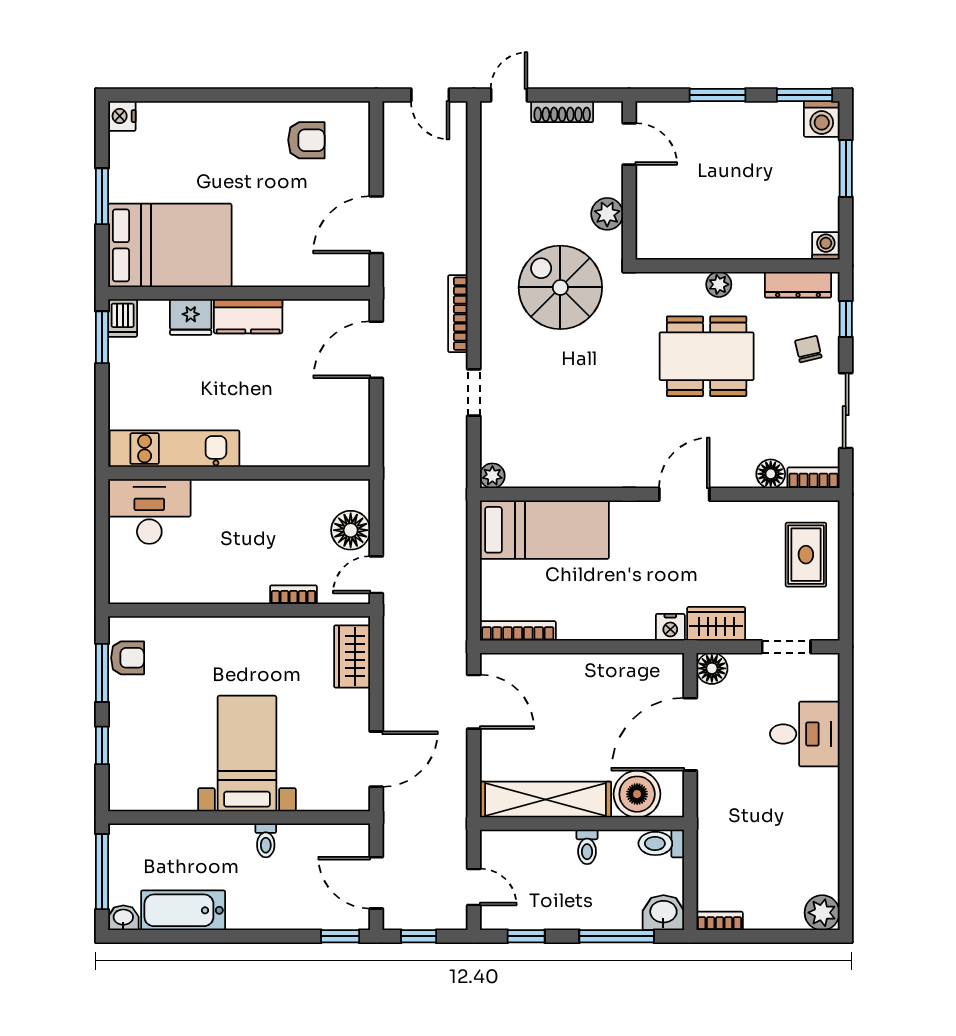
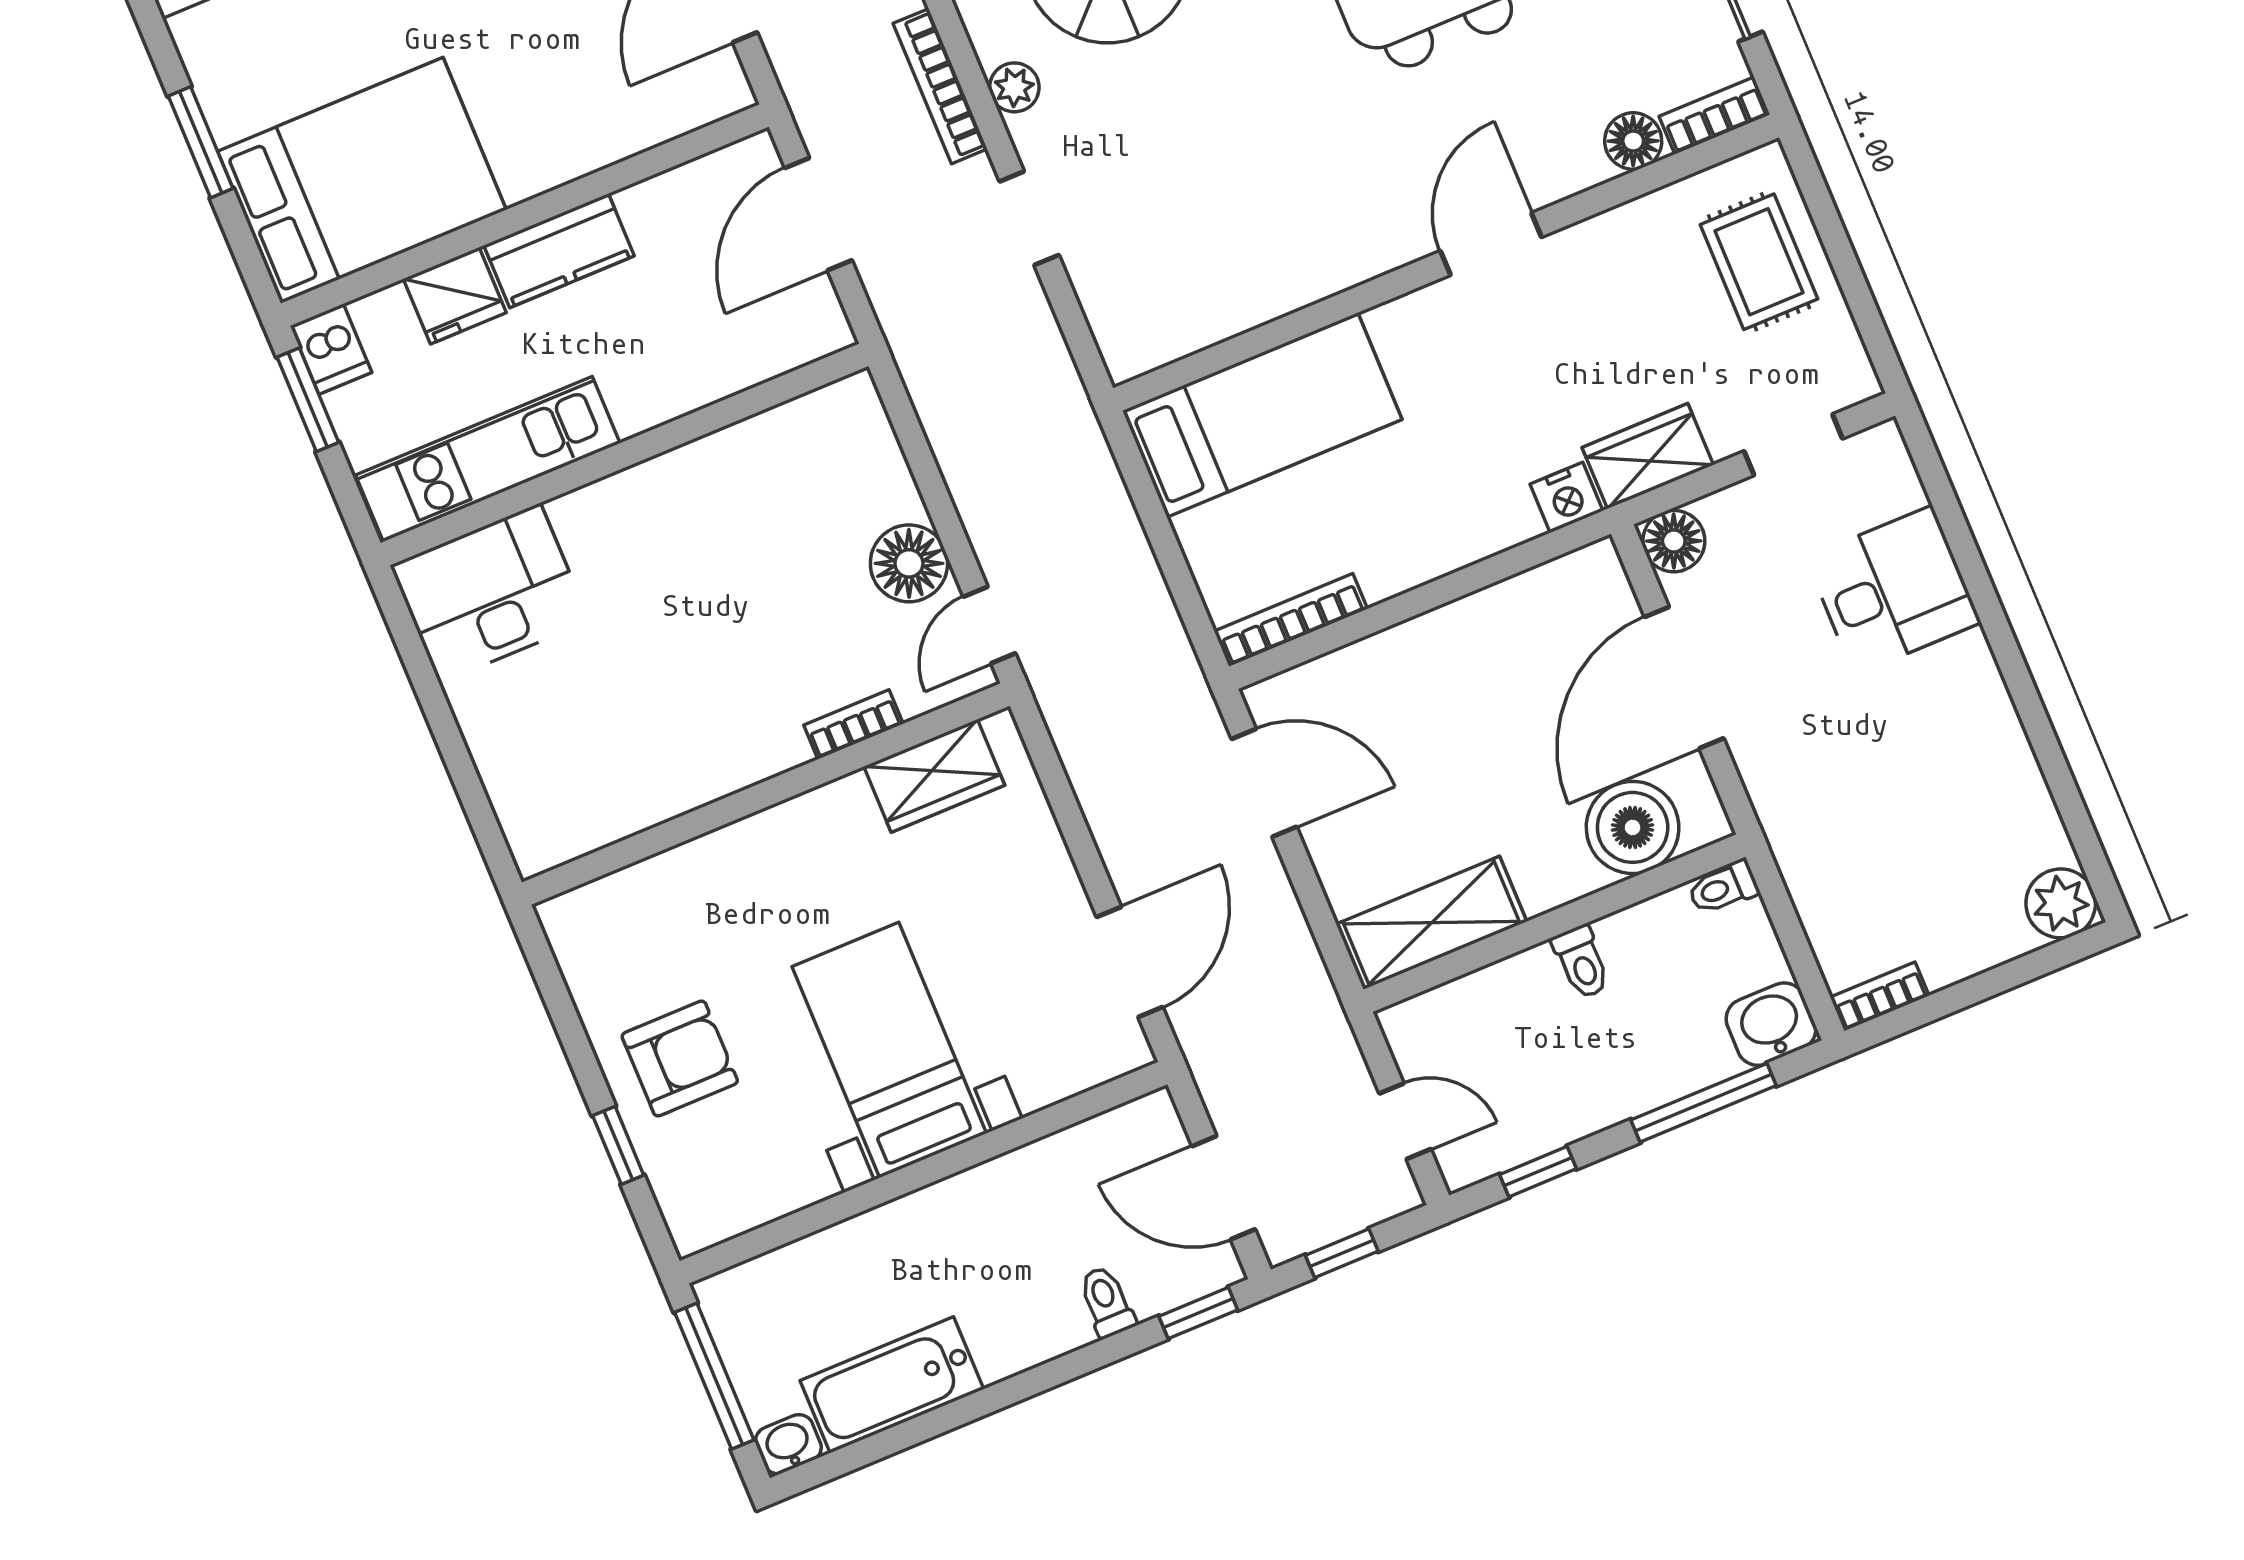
kitchen unit: (174, 449) -> (488, 459), moved
wall: (239, 473) -> (625, 454), moved
plant: (492, 476) -> (1014, 87), moved
desk: (149, 511) -> (490, 593), moved
wardrobe: (352, 656) -> (934, 776), moved, turned -90
armchair: (128, 658) -> (680, 1059), moved, width x1.38, depth x1.38
window: (102, 673) -> (563, 1013), removed
shelving: (546, 799) -> (1431, 923), width x0.68
toilet: (266, 840) -> (1107, 1302), moved, turned 180
toilet: (661, 843) -> (1723, 888), width x0.73, depth x0.72

